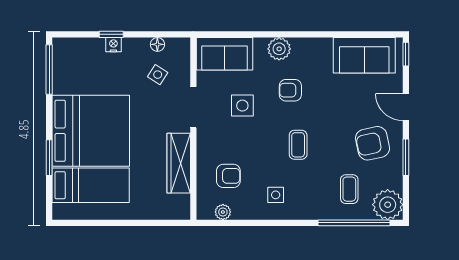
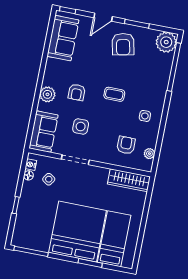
nightstand: (113, 45) -> (31, 165), moved
wardrobe: (179, 163) -> (129, 180), moved
coffee table: (349, 189) -> (151, 66), removed

